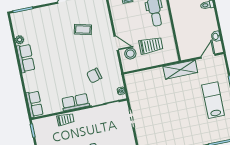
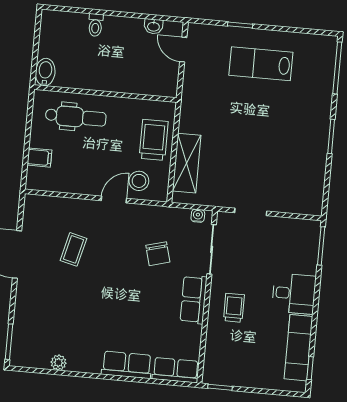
trolley: (151, 46) -> (154, 140), moved
row of seats: (26, 58) -> (127, 365), moved
shelving: (180, 70) -> (187, 163), moved
trolley: (65, 119) -> (234, 308), moved

